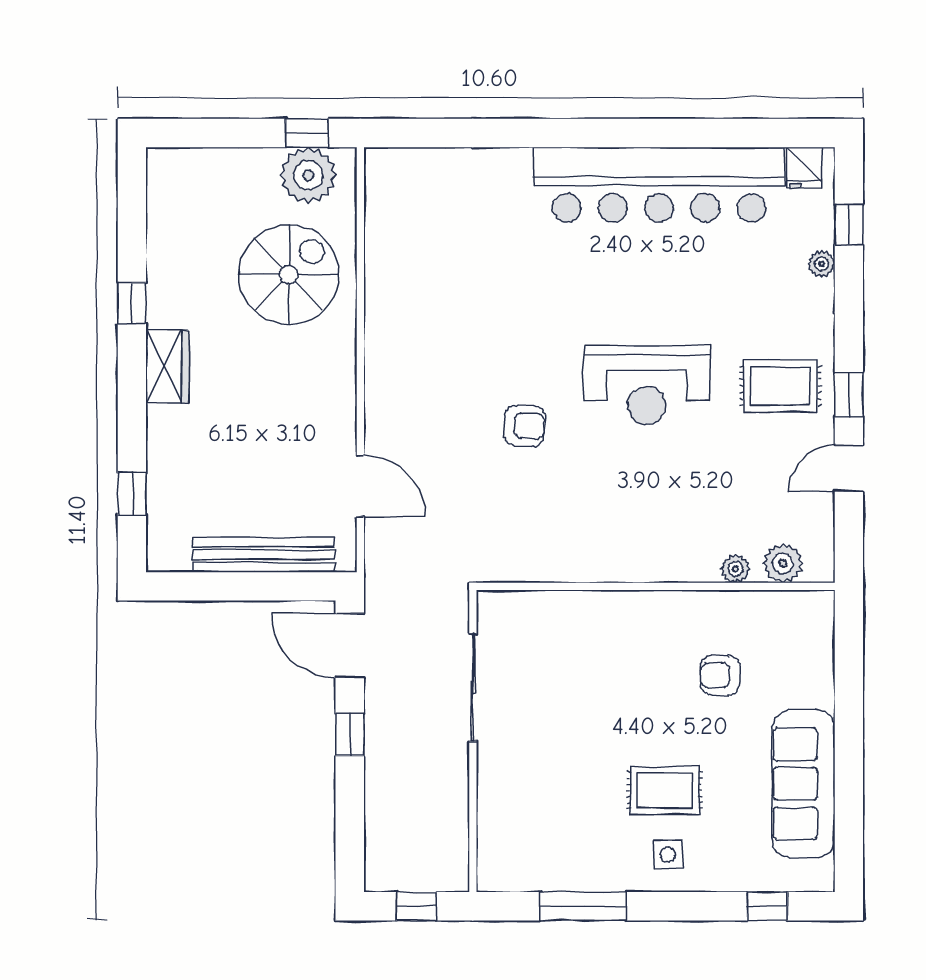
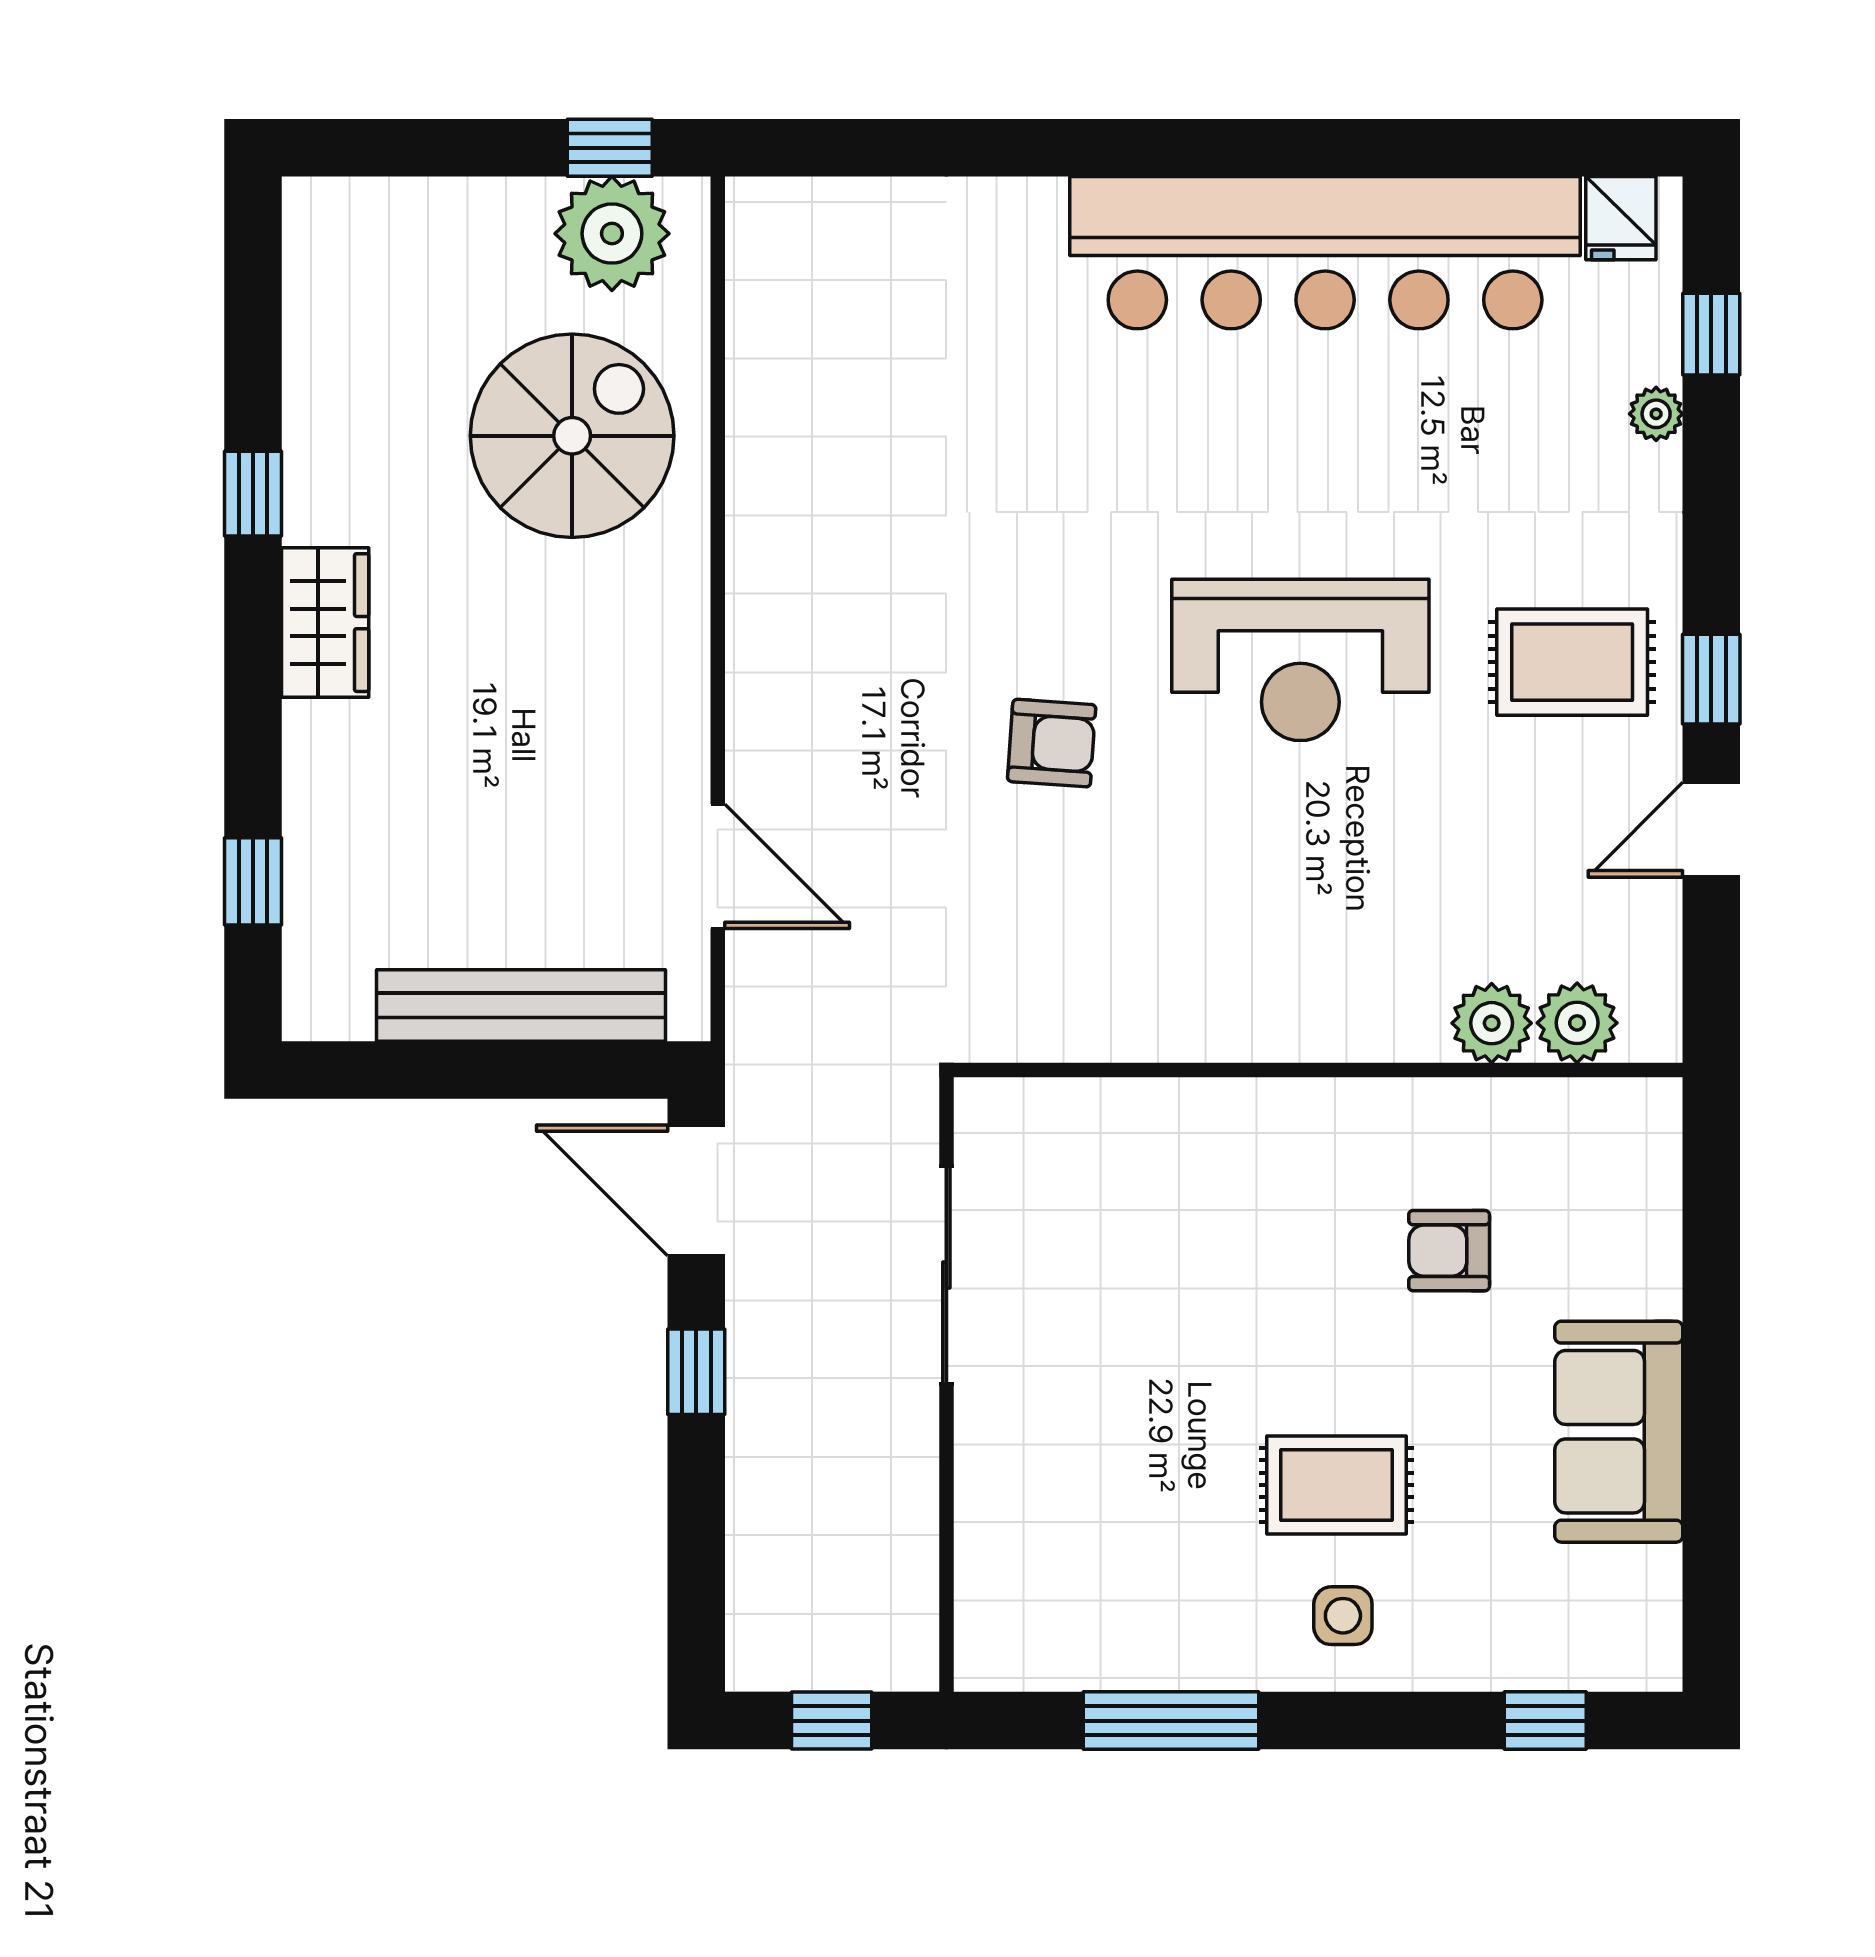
plant: (736, 569) -> (1492, 1023), width x1.38, depth x1.38
sofa: (803, 784) -> (1619, 1432), width x0.73

